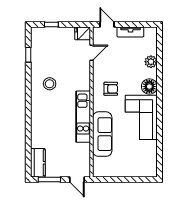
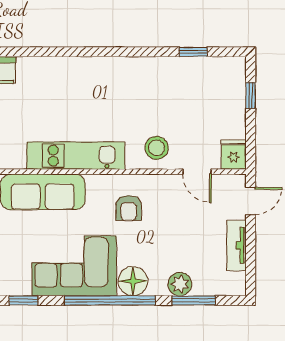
window: (160, 54) -> (194, 300), added
stool: (50, 84) -> (157, 148), moved
window: (160, 99) -> (110, 300), added
window: (160, 144) -> (23, 300), added

